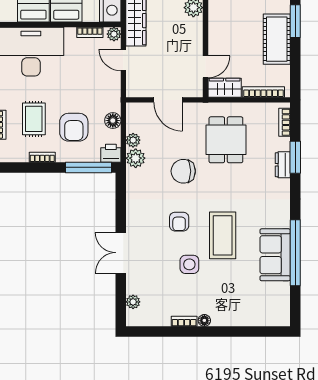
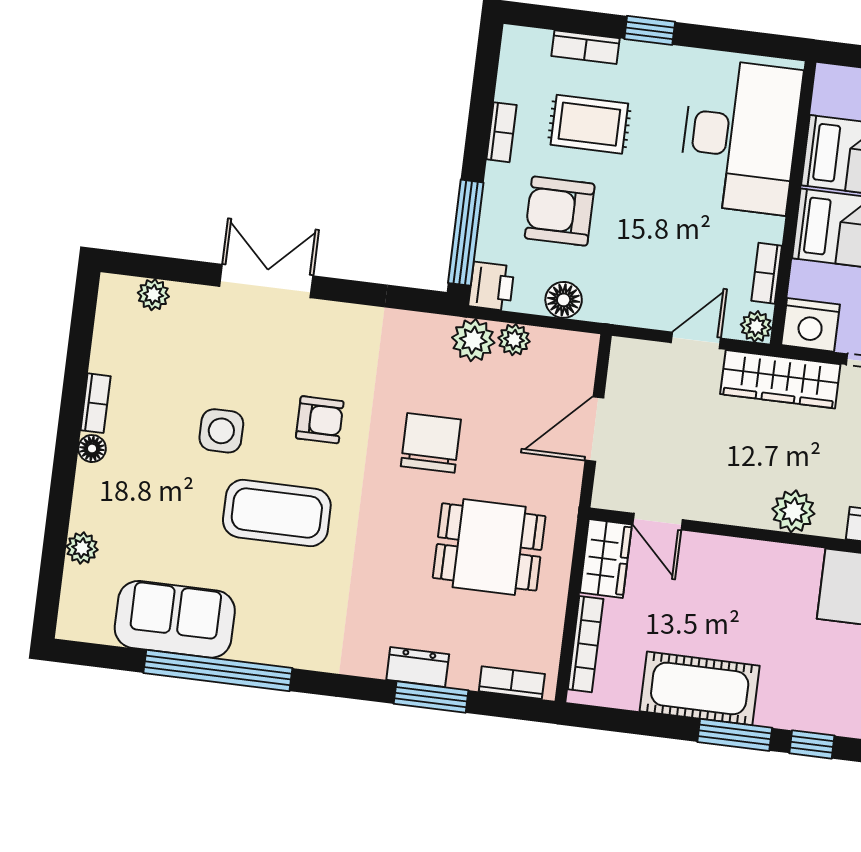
armchair: (179, 222) -> (320, 420), turned 180
sofa: (275, 255) -> (175, 619), moved
plant: (249, 319) -> (82, 548), added

